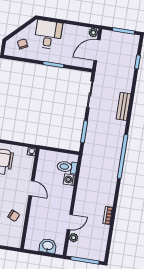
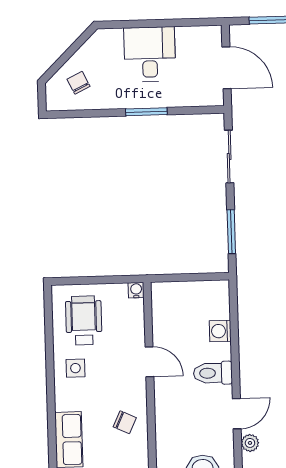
plant: (93, 33) -> (213, 34), removed
desk: (48, 35) -> (150, 54), moved
door: (97, 50) -> (226, 68), swing flipped
toilet: (67, 167) -> (213, 373), moved

